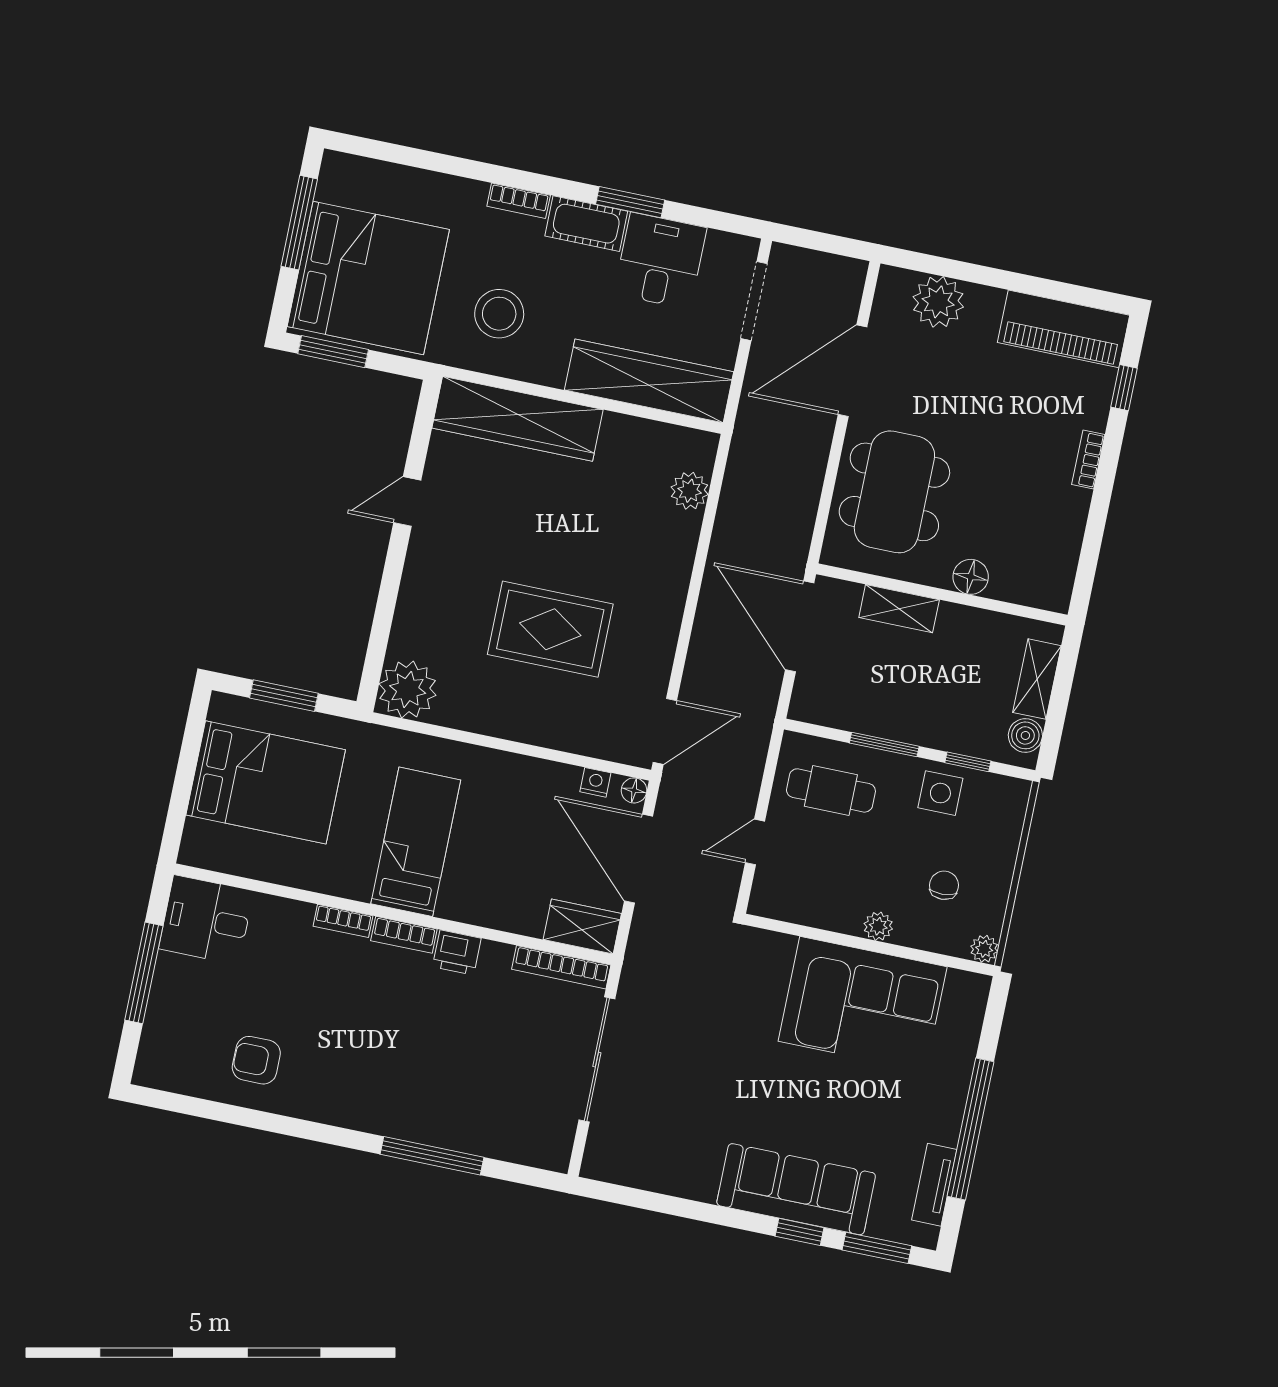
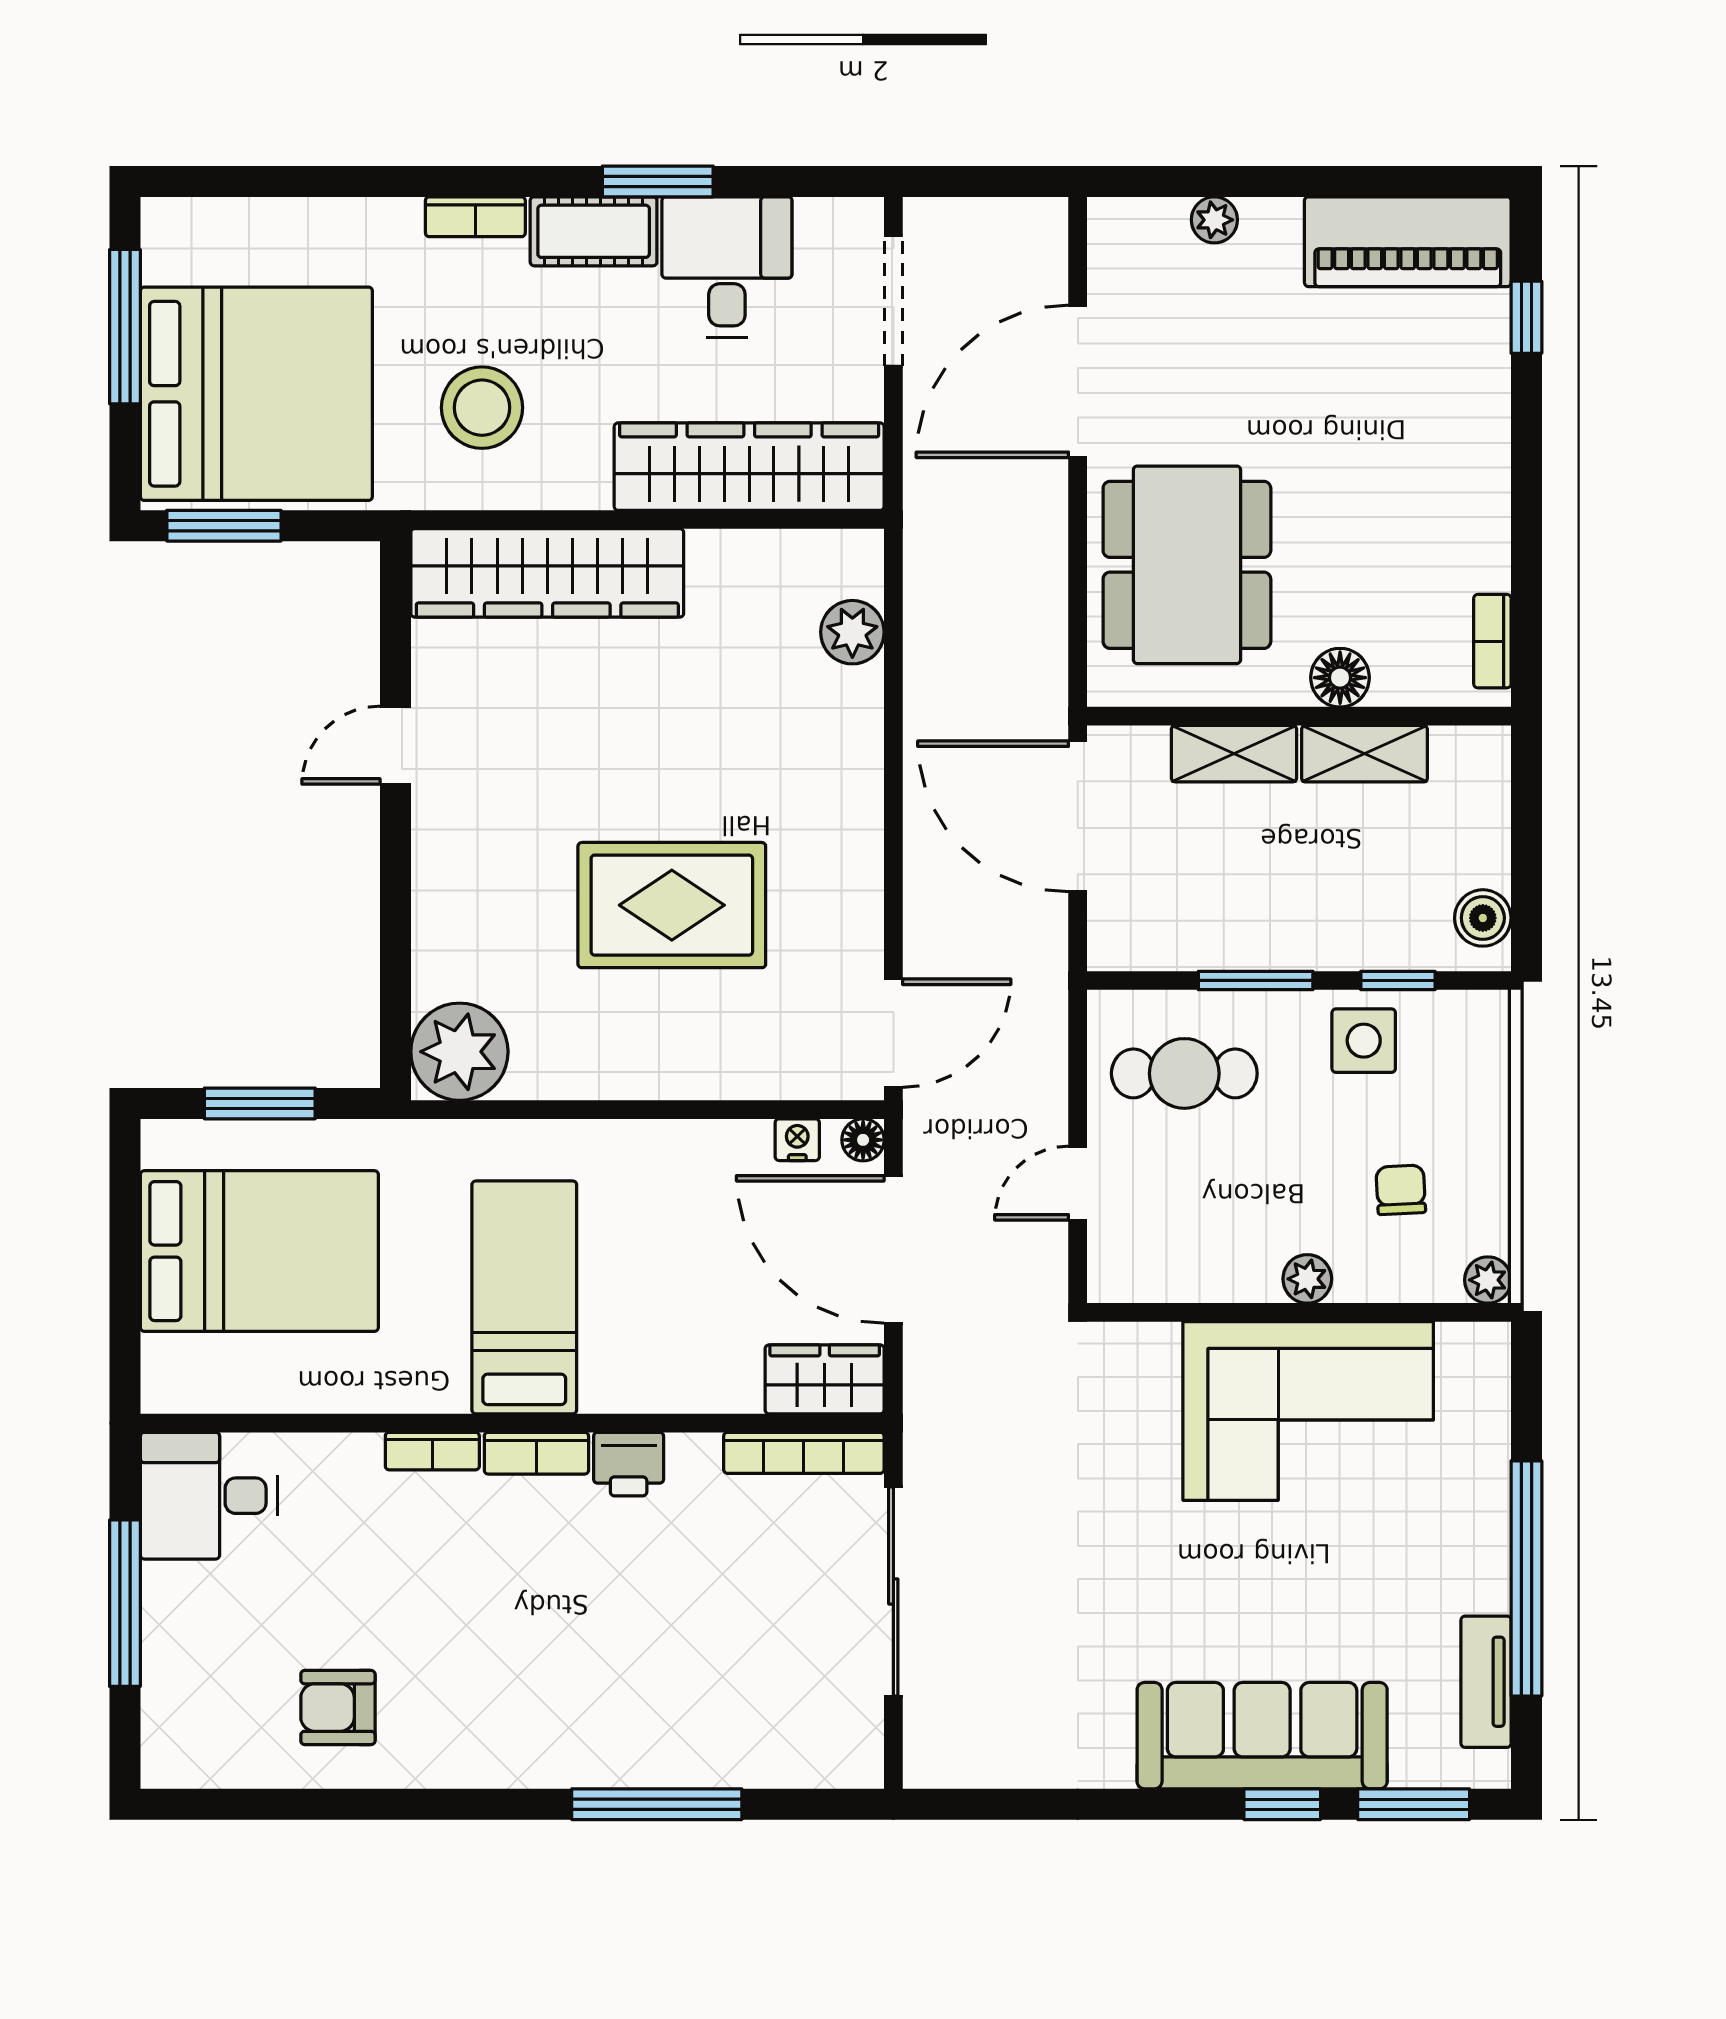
plant: (938, 302) -> (1214, 220), width x0.53, depth x0.53
bookcase: (1088, 460) -> (1492, 641), moved
shelving: (1037, 679) -> (1364, 754), moved, turned 90

